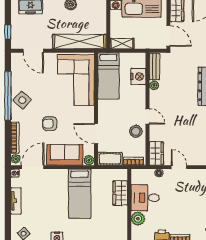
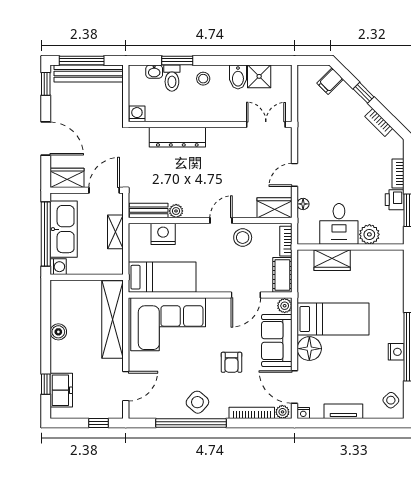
shelving: (122, 44) -> (115, 232), moved
floor lamp: (59, 177) -> (309, 349), added

